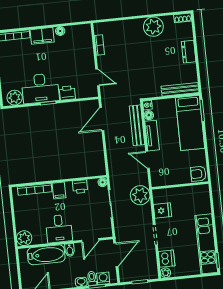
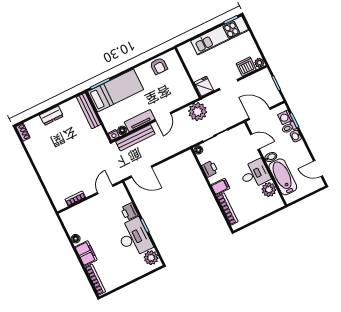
plant: (153, 27) -> (41, 156), removed
wall: (180, 185) -> (188, 73), moved
plant: (24, 238) -> (269, 190), moved

